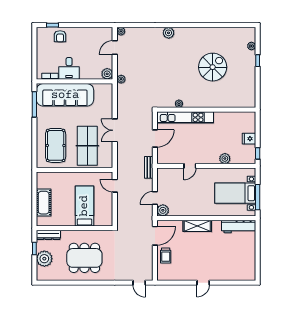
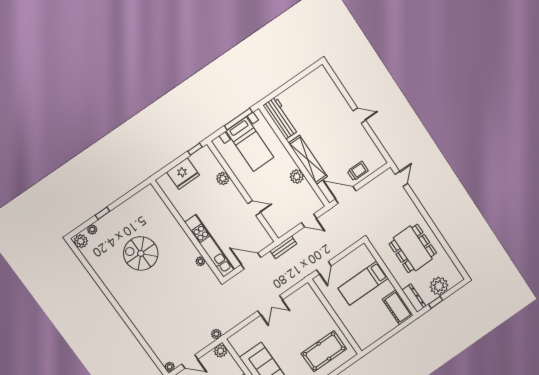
plant: (169, 33) -> (81, 241), moved
fridge: (249, 139) -> (183, 174), width x1.88, depth x1.34
table tennis table: (87, 146) -> (303, 321), removed
cot: (44, 203) -> (398, 307), moved, turned 90
plant: (163, 210) -> (297, 177), moved
shelving: (197, 226) -> (308, 160), width x1.47

